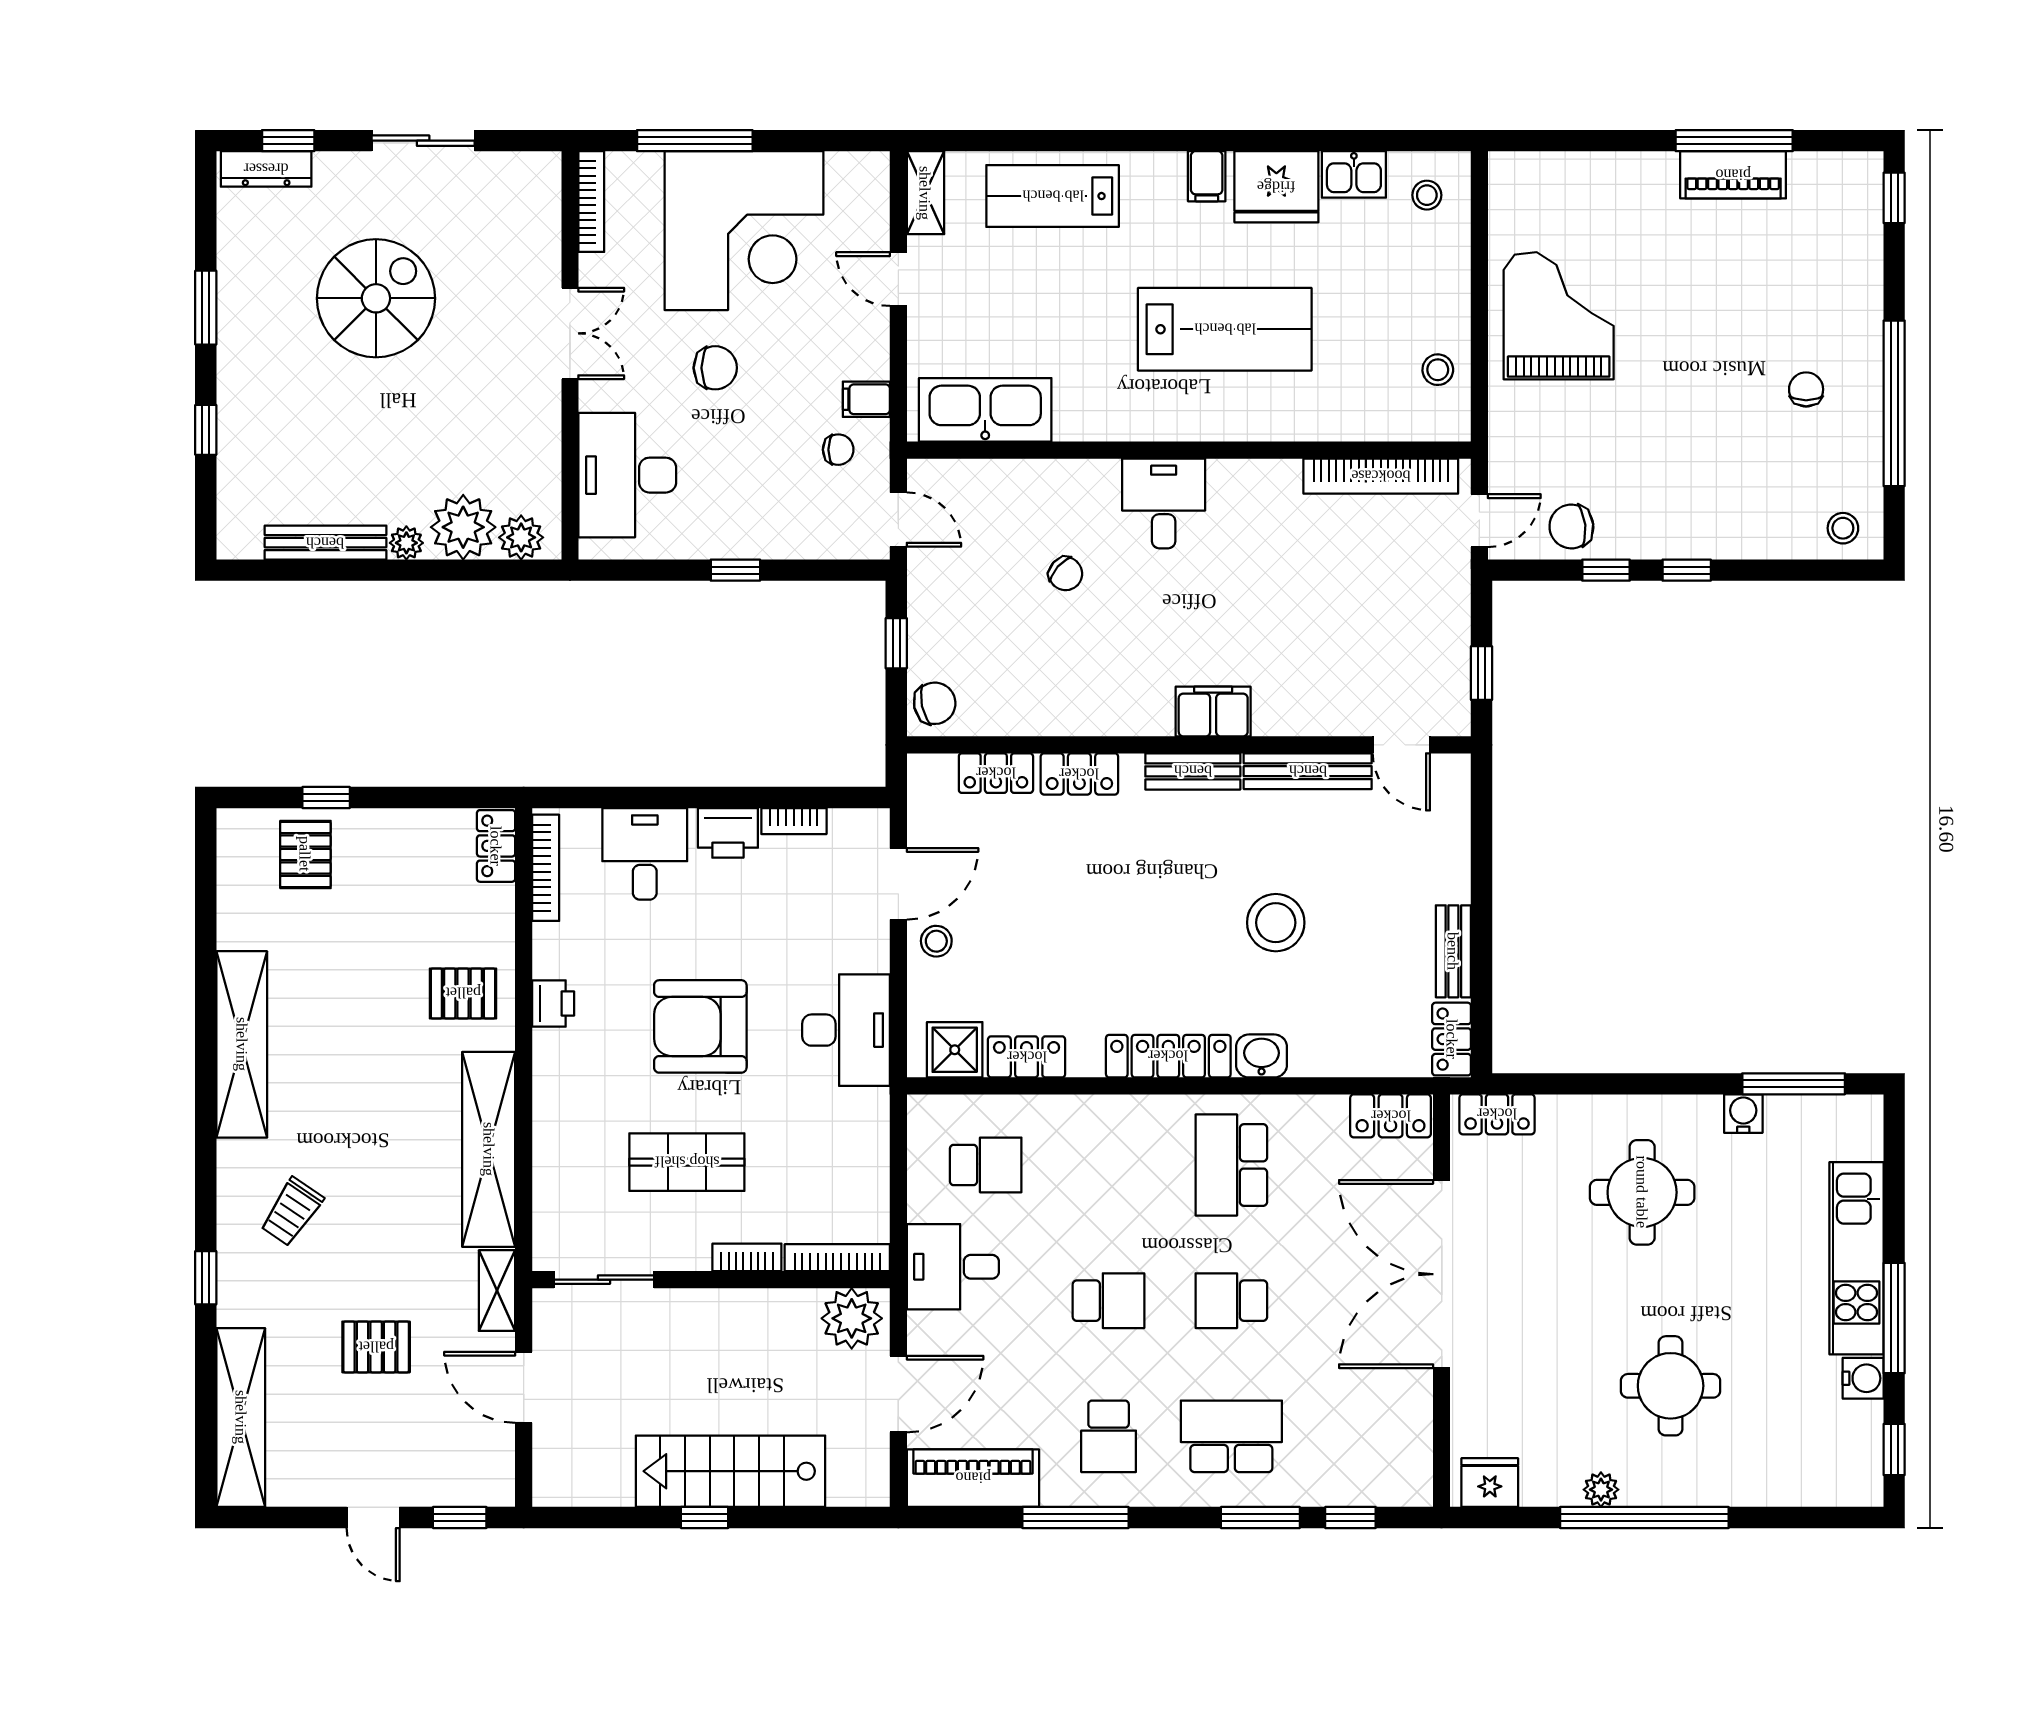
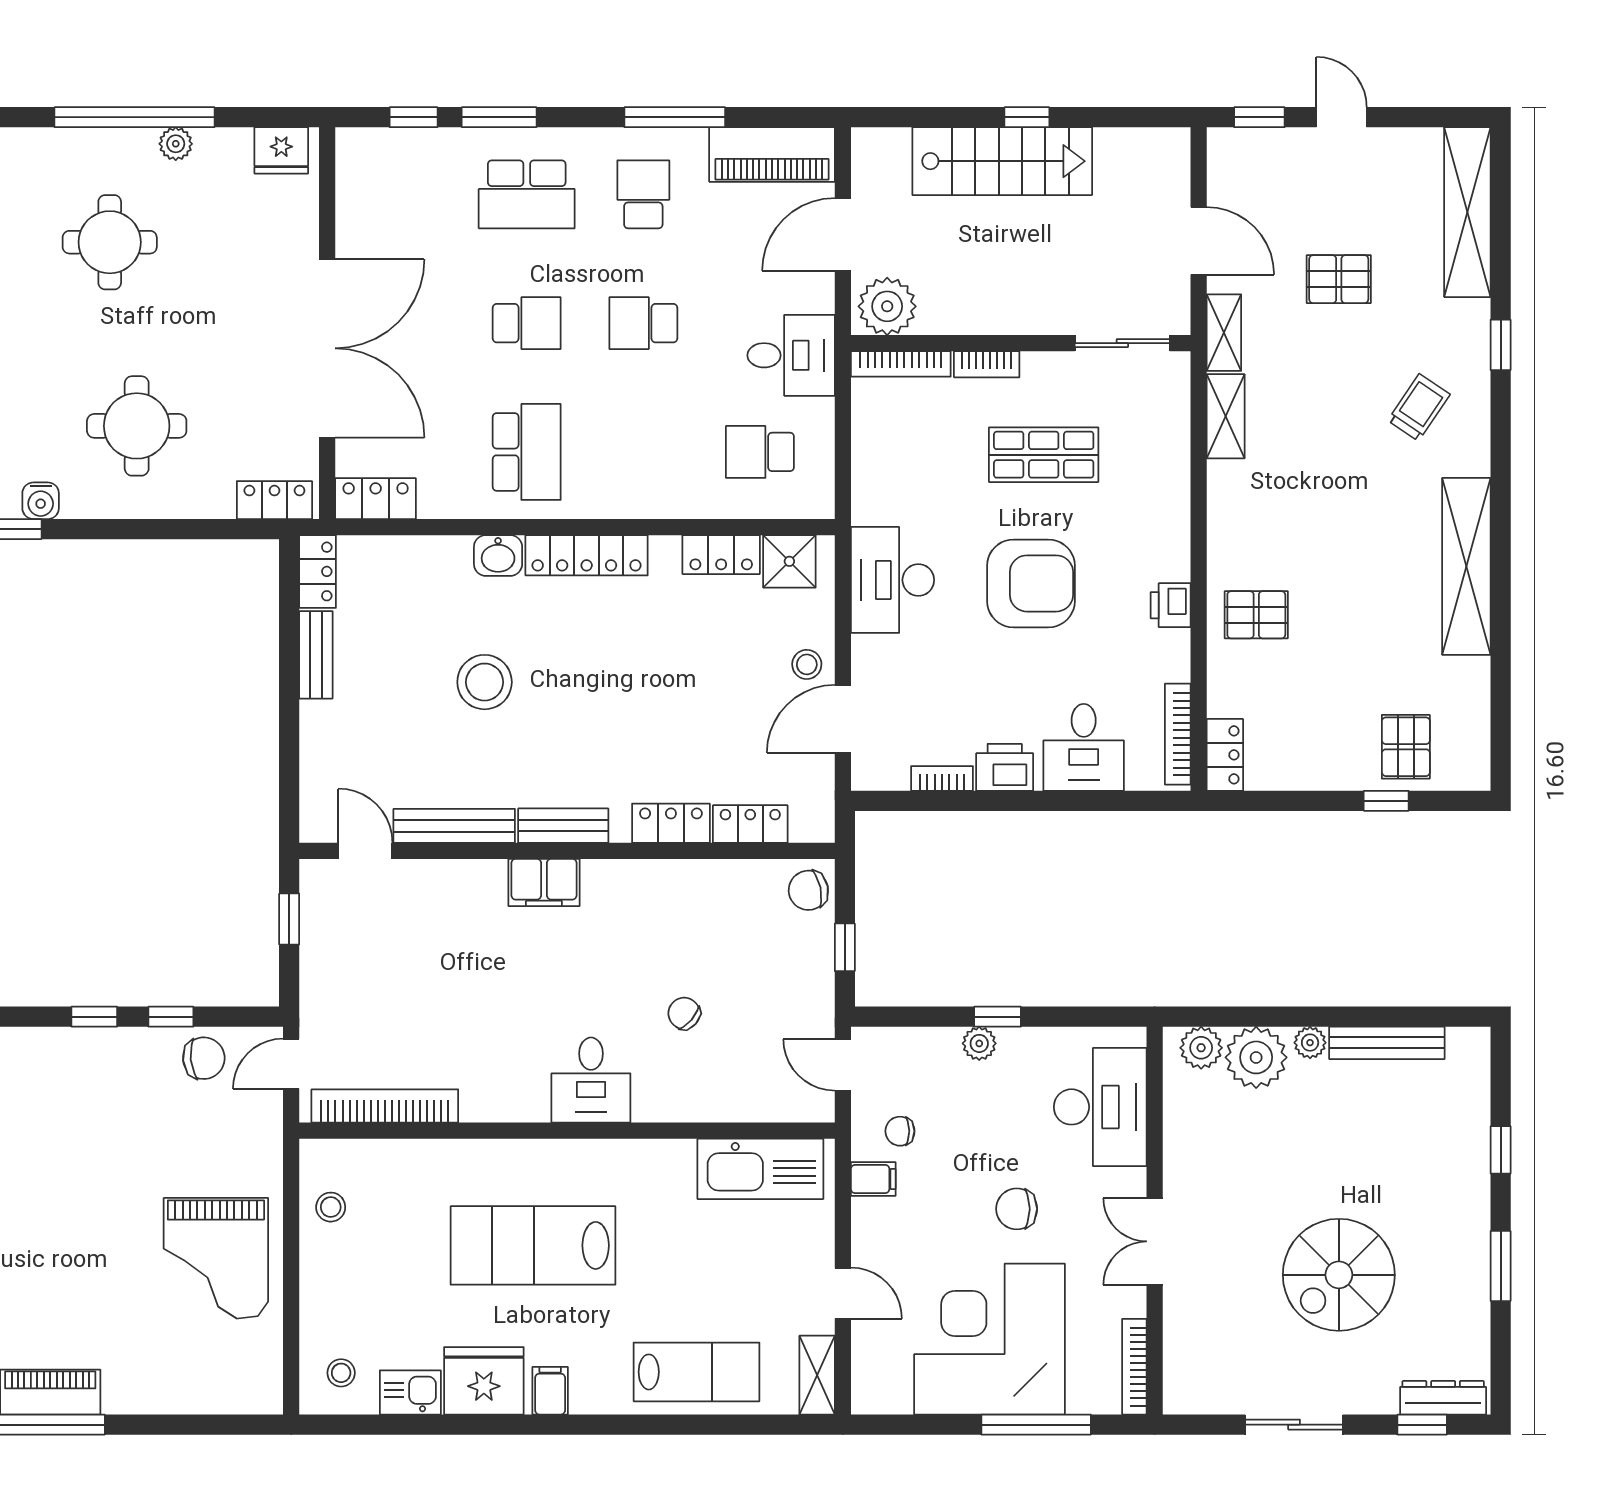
plant: (755, 542) -> (979, 1043), added
shelving: (489, 1149) -> (1226, 416), width x0.45, depth x0.75

